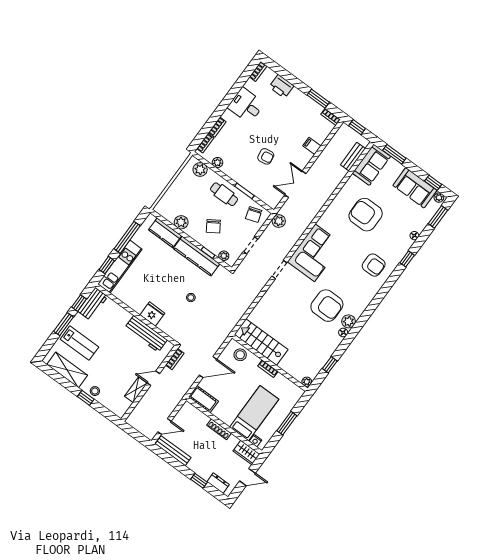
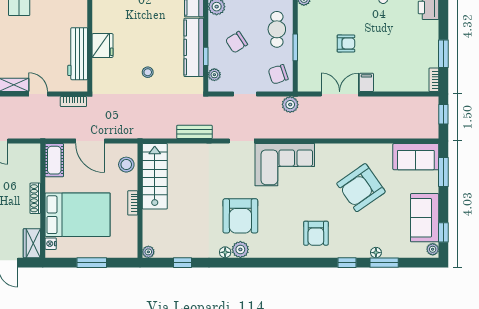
filing cabinet: (312, 146) -> (366, 82), moved
armchair: (266, 156) -> (346, 43), turned -81
bench: (353, 157) -> (194, 132), moved
armchair: (366, 215) -> (361, 188), turned -125
window: (438, 217) -> (384, 263), moved
bed: (254, 413) -> (78, 215), width x1.50

